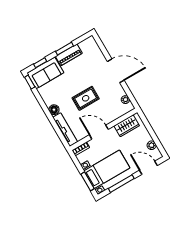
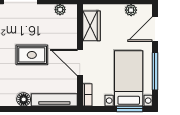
rug: (86, 98) -> (32, 55), turned 90
door: (99, 132) -> (80, 62), hinge flipped

